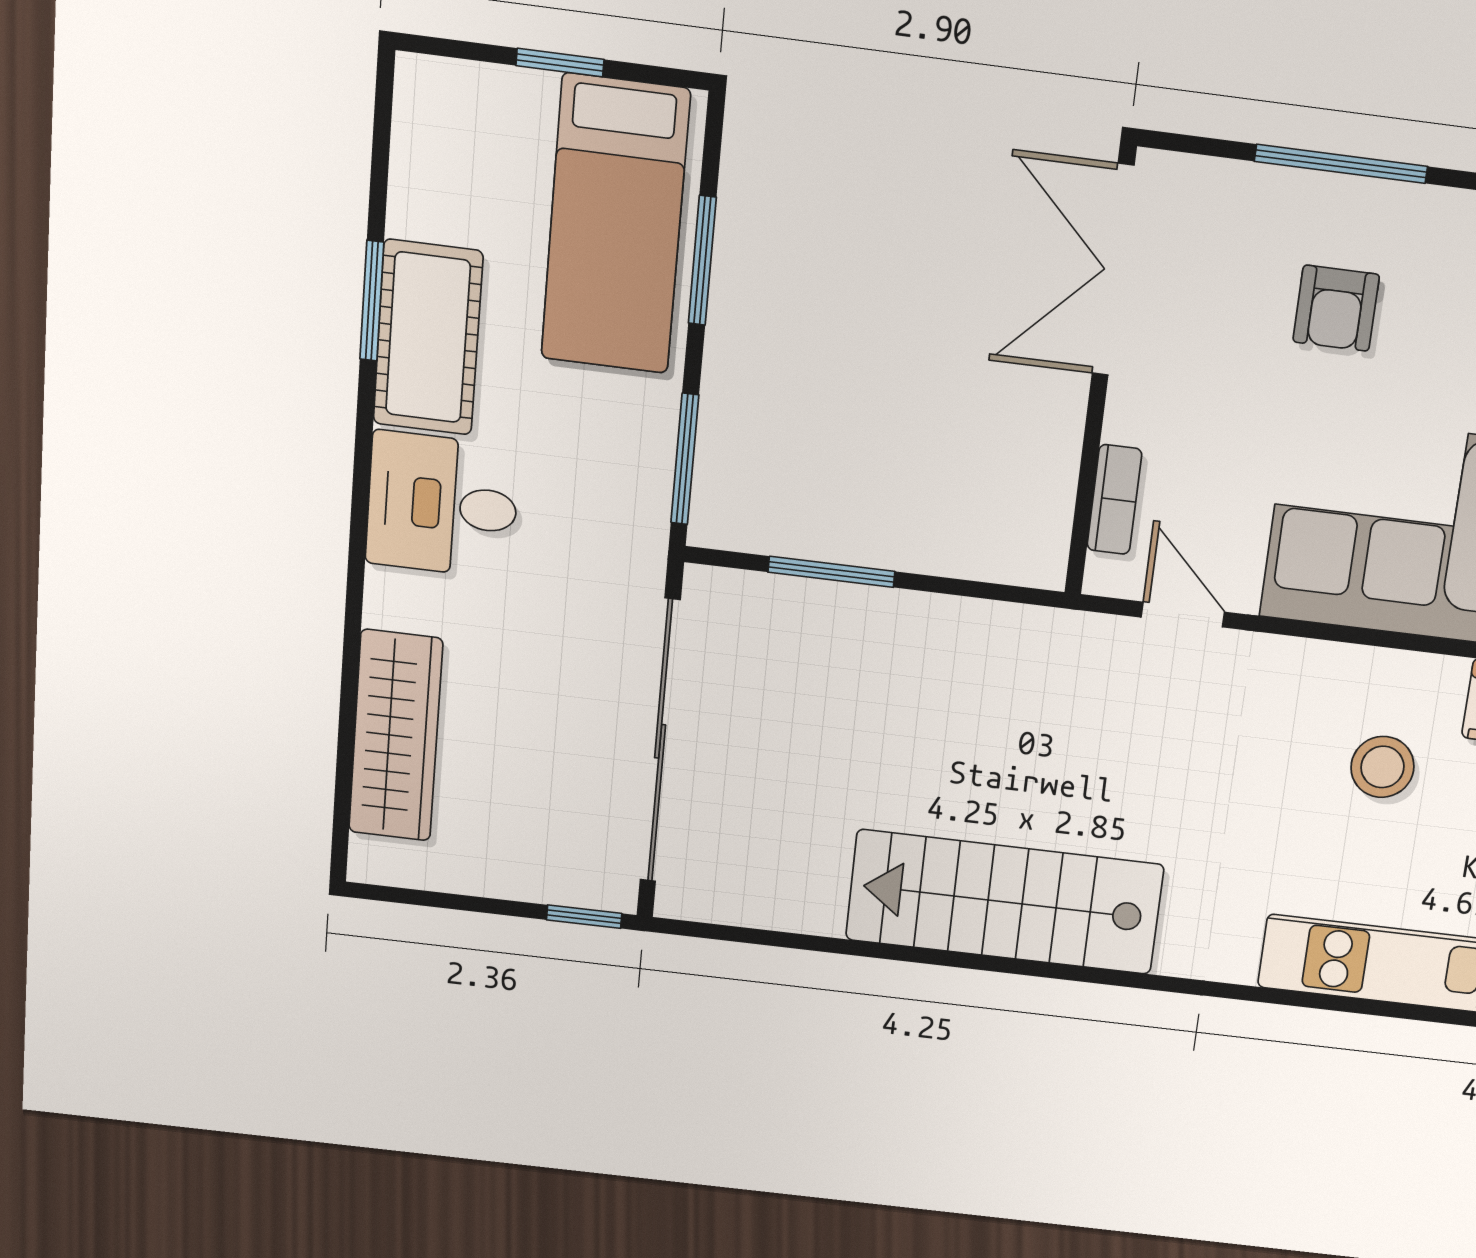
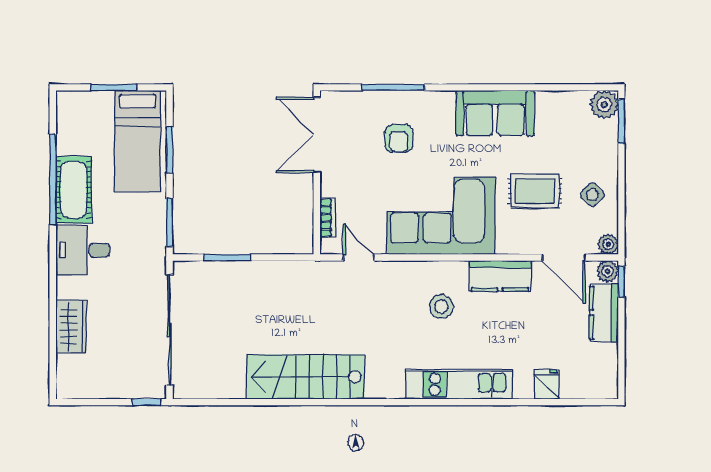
window: (560, 62) -> (114, 87), width x1.50
window: (372, 301) -> (53, 179), width x2.11
wardrobe: (396, 736) -> (71, 327), width x0.67

